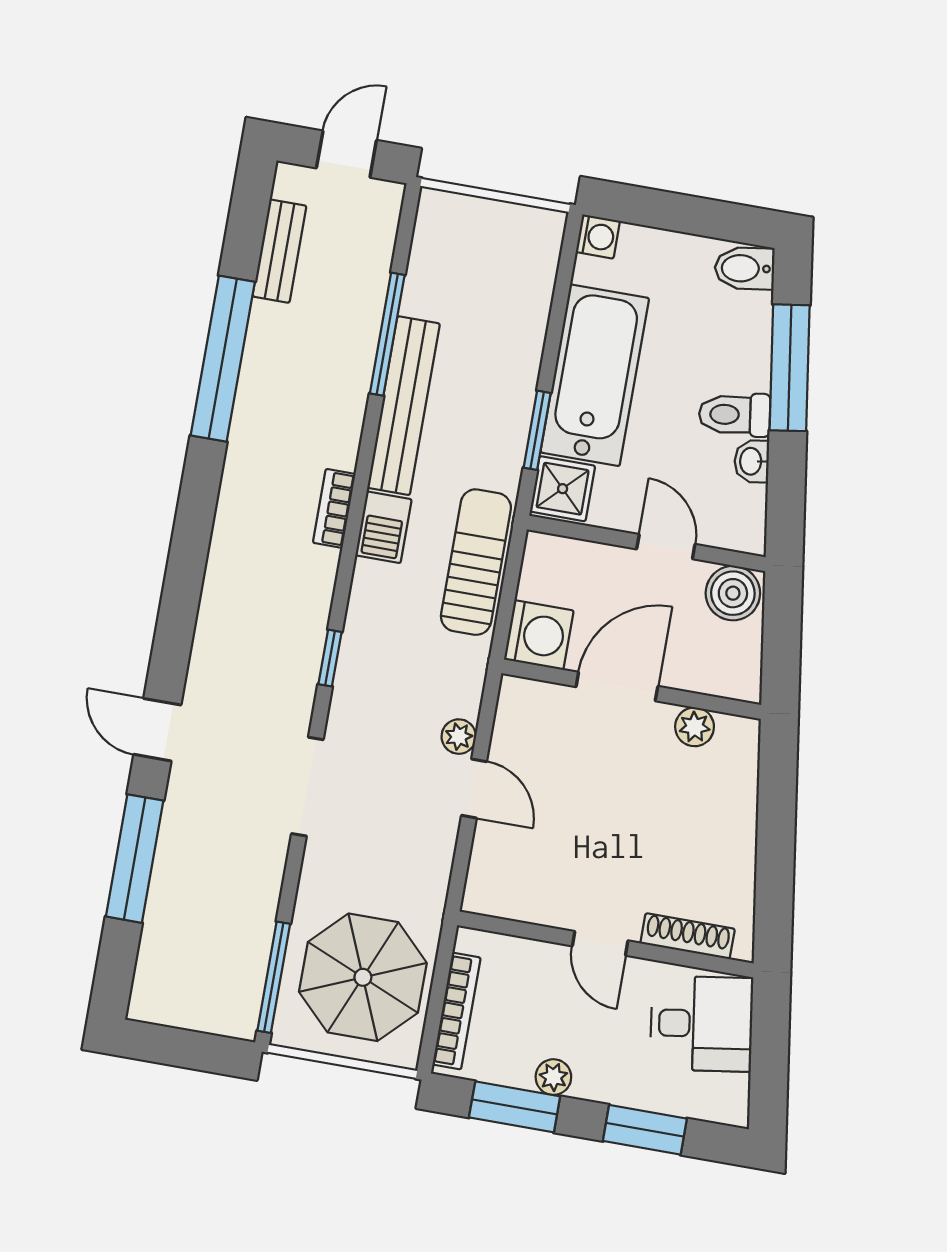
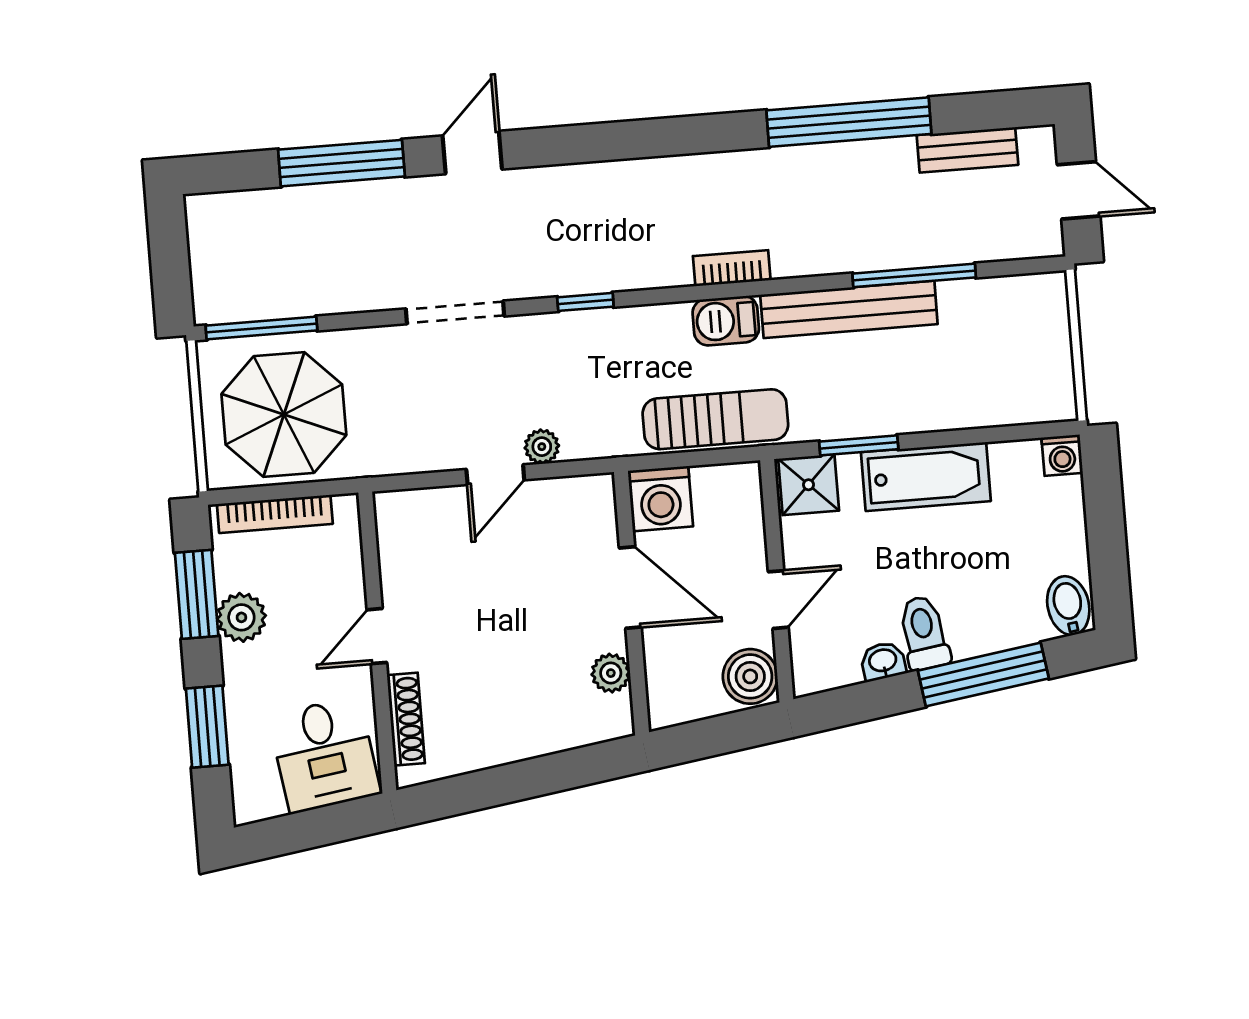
bathtub: (595, 375) -> (926, 477), width x0.73, depth x0.73
plant: (553, 1077) -> (241, 617), width x1.38, depth x1.38

